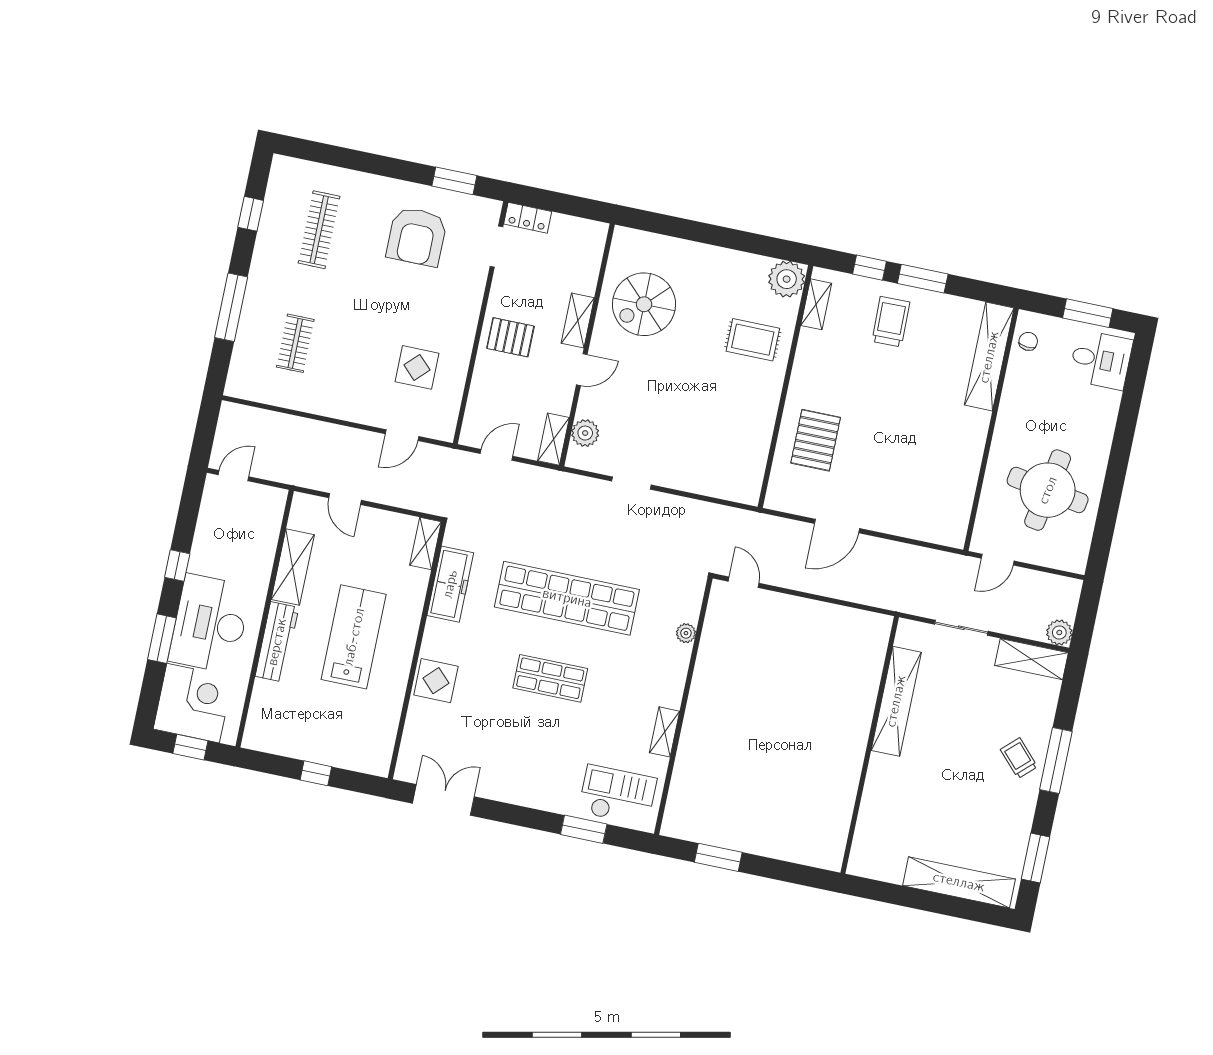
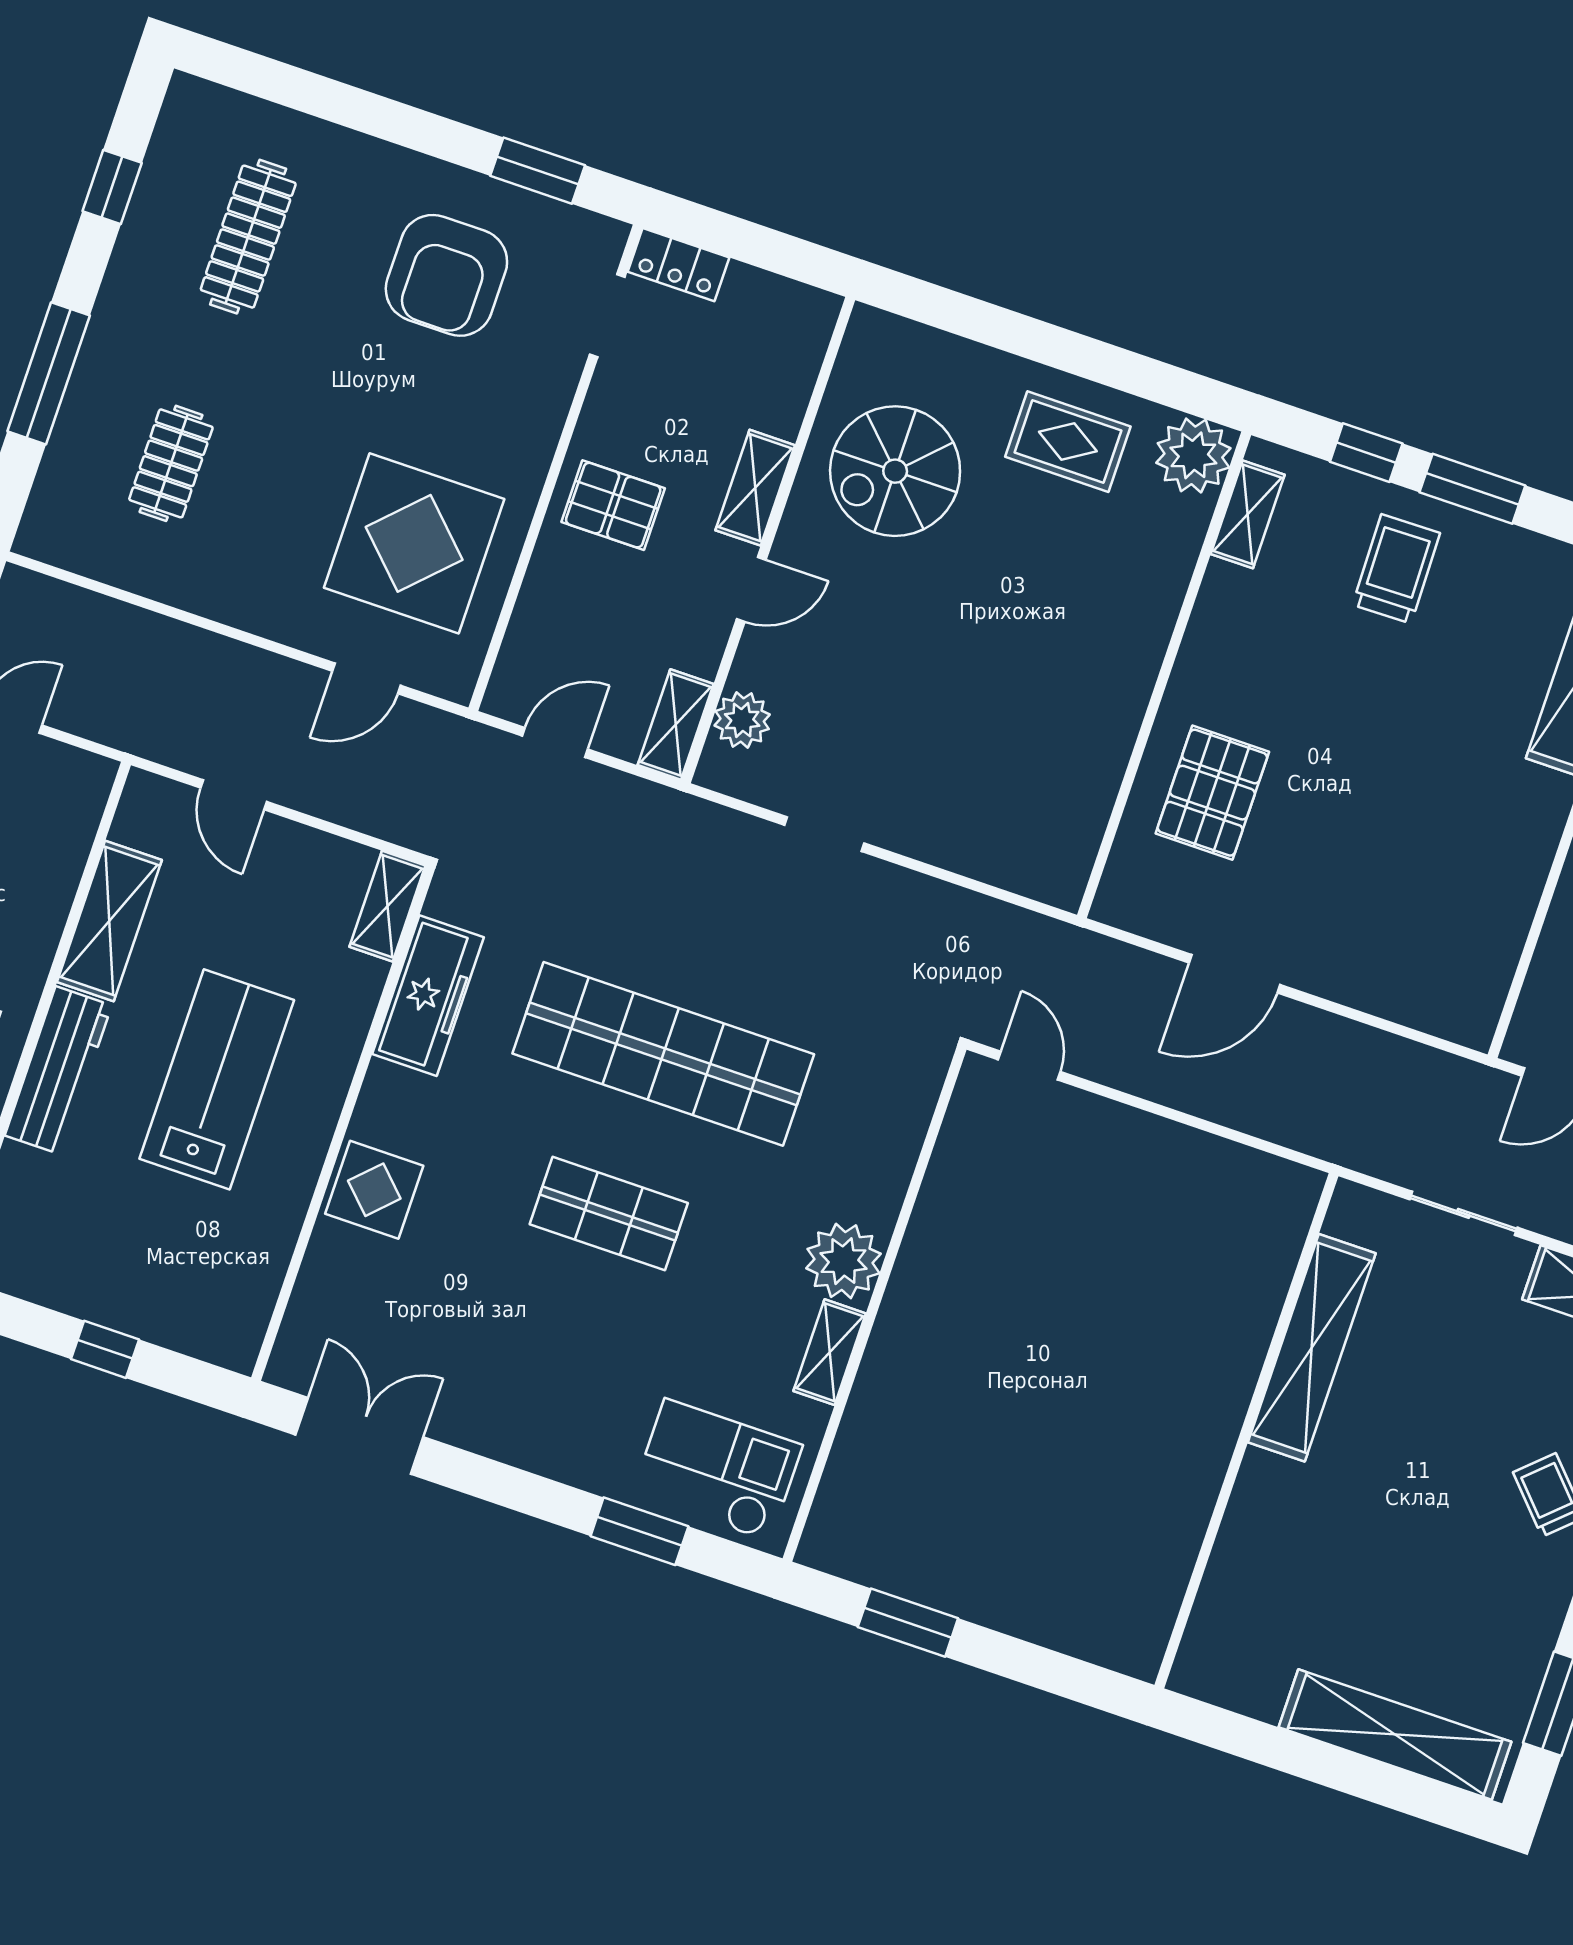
rug: (753, 340) -> (1068, 442), moved
display table: (417, 367) -> (414, 543), width x1.86, depth x1.86
plant: (686, 633) -> (843, 1261), moved, width x1.87, depth x1.87

